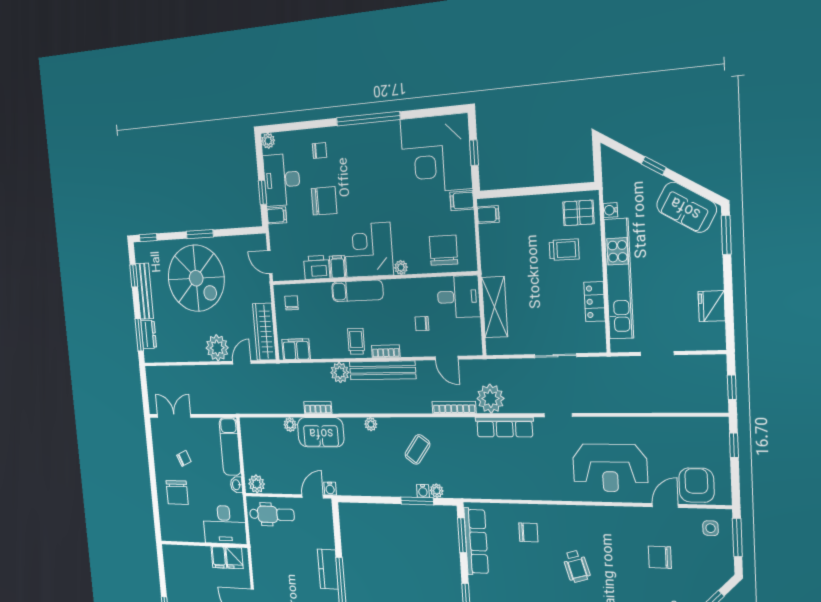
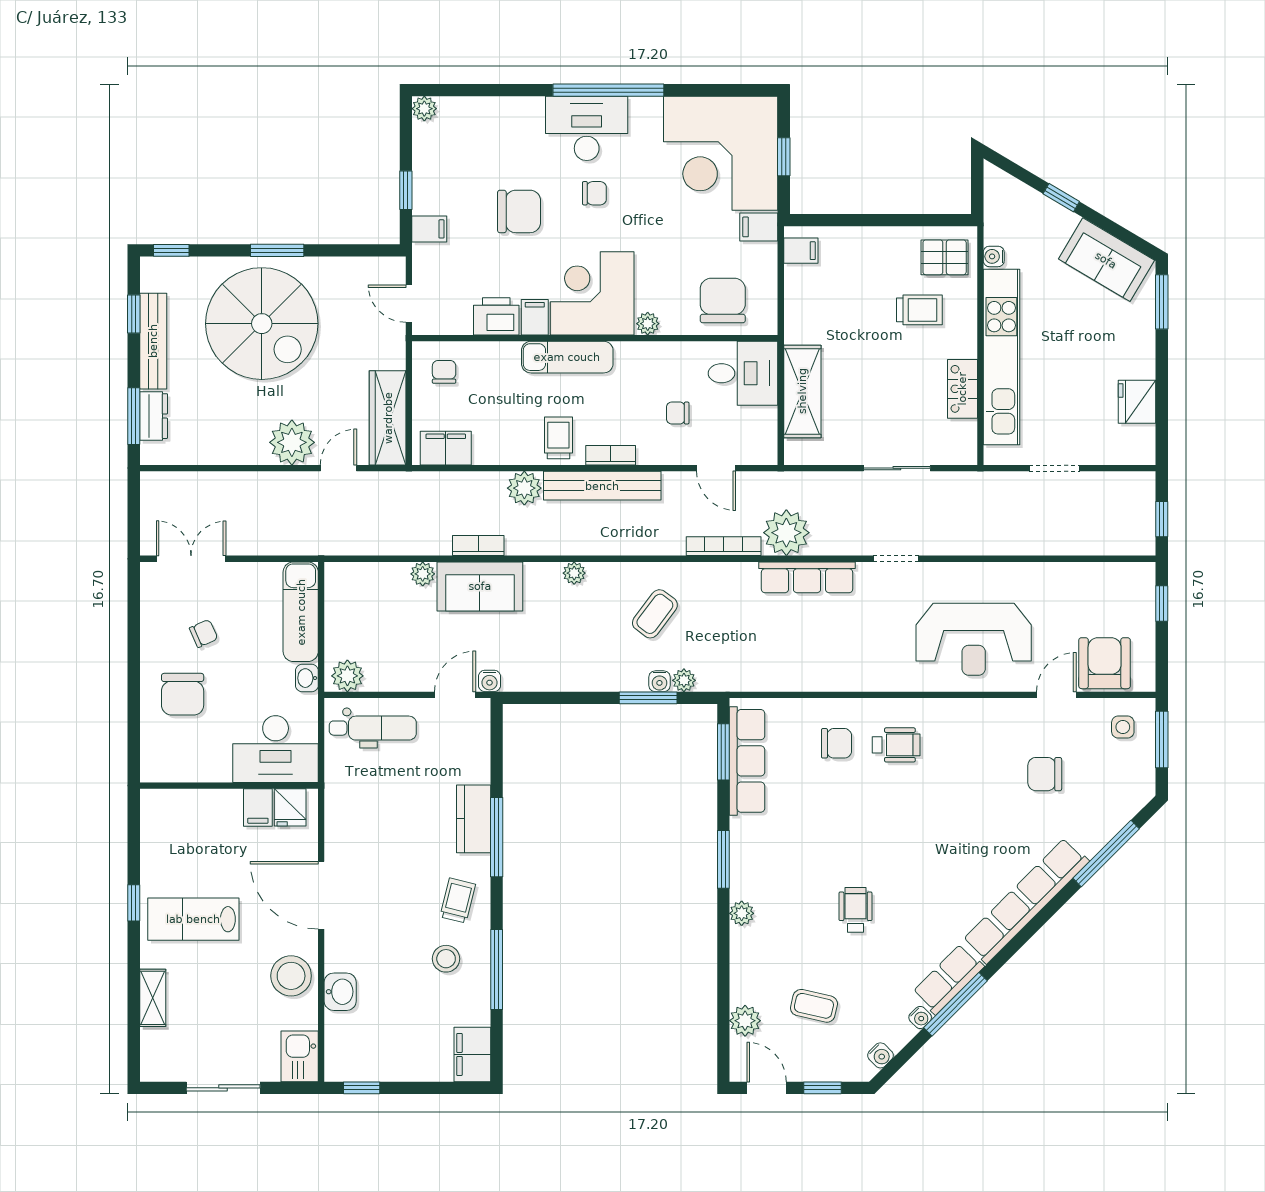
chair: (319, 150) -> (594, 193), moved
desk: (282, 180) -> (587, 128), moved, turned 90
wheelchair: (576, 566) -> (896, 745), moved, turned -74

